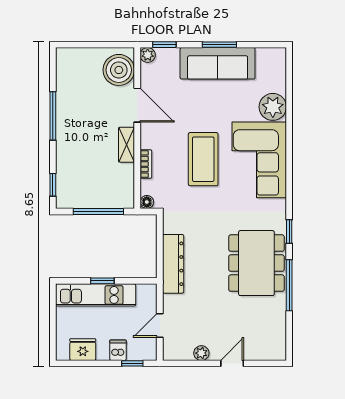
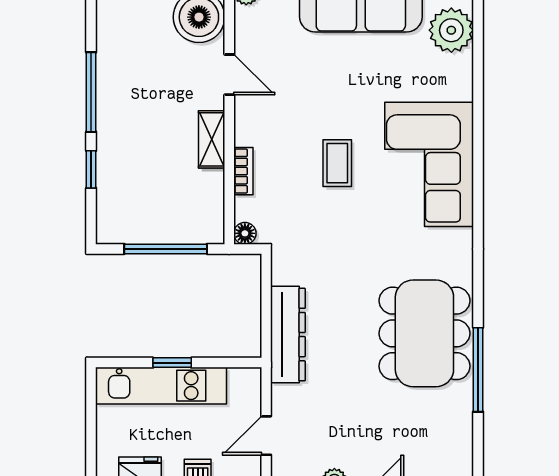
door: (137, 105) -> (229, 75), width x0.73
plant: (273, 107) -> (451, 30), moved
coffee table: (203, 159) -> (337, 163), width x0.54, depth x0.58
window: (53, 185) -> (91, 169), moved
window: (289, 232) -> (478, 282), removed

